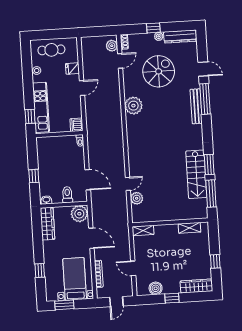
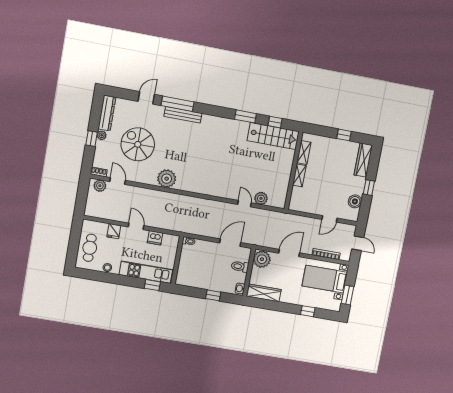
dishwasher: (76, 125) -> (155, 238), moved
stairs: (196, 174) -> (273, 136), moved
window: (211, 193) -> (275, 122), width x0.46
shelving: (143, 231) -> (299, 175), moved

